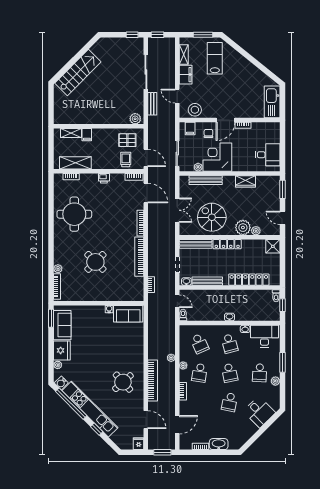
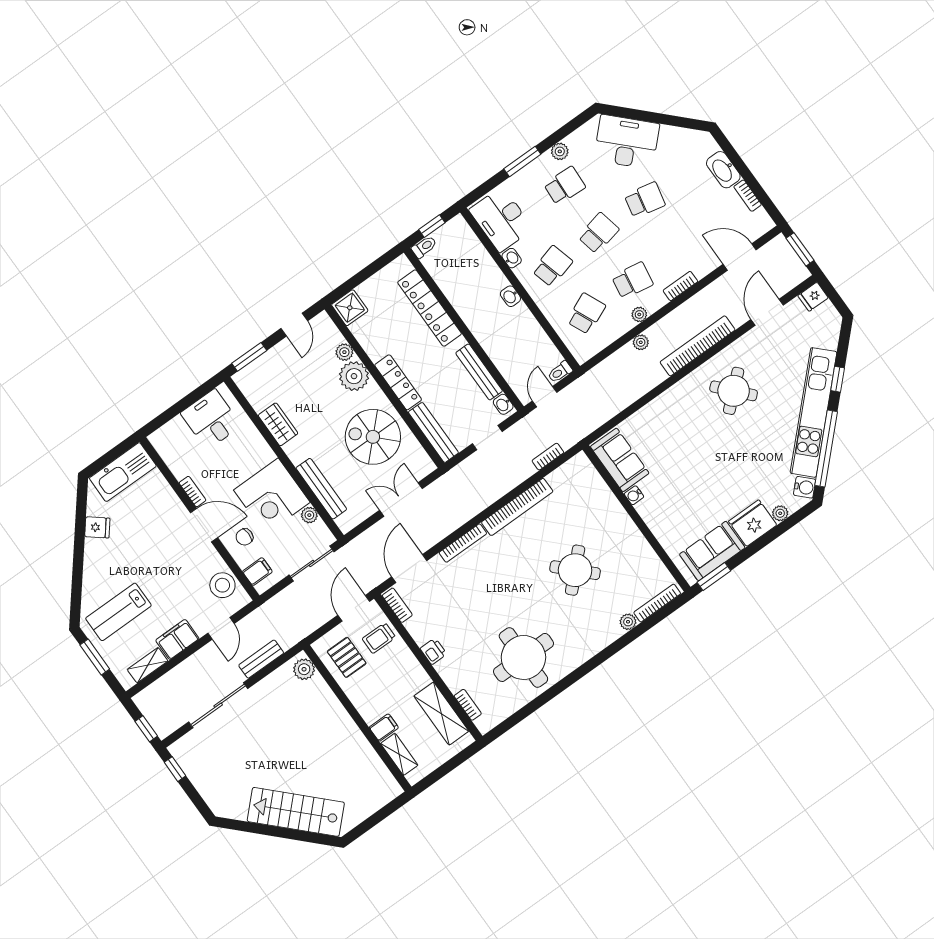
fridge: (257, 75) -> (97, 527), added
spiral stairs: (212, 217) -> (373, 437), turned 90
desk: (259, 412) -> (627, 142), width x1.37

